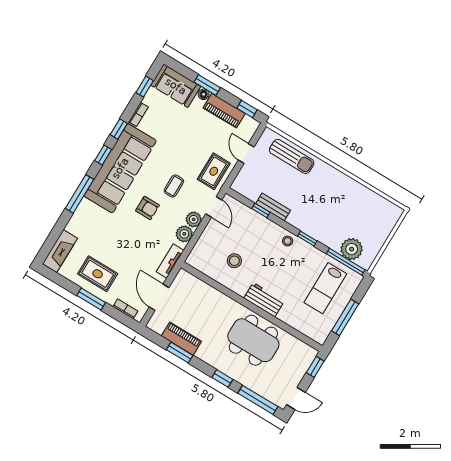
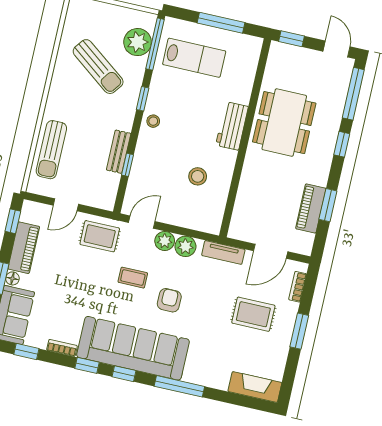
sun lounger: (292, 156) -> (51, 150), turned 180
sun lounger: (343, 213) -> (98, 67), added
rug: (98, 274) -> (253, 314), moved, turned 90

